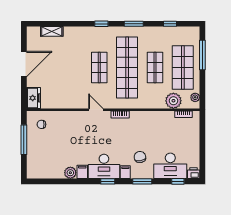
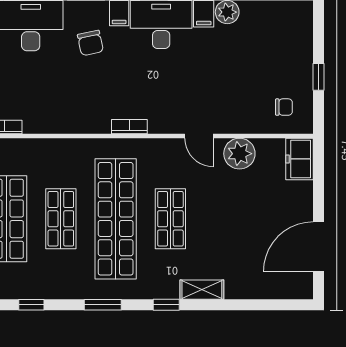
shelving: (52, 31) -> (202, 290), moved
door: (24, 64) -> (318, 247), moved
plant: (173, 101) -> (239, 154), moved
door: (96, 110) -> (199, 136), moved
window: (24, 140) -> (318, 77), width x0.46

